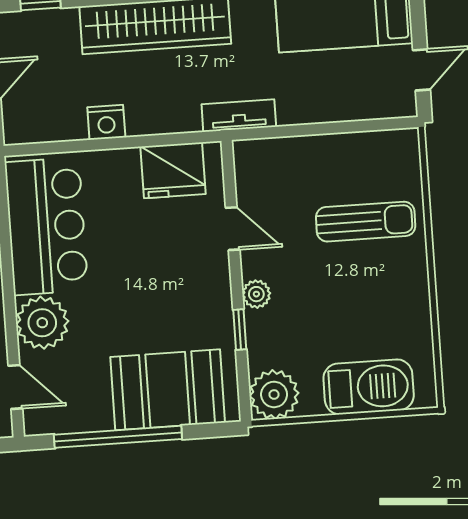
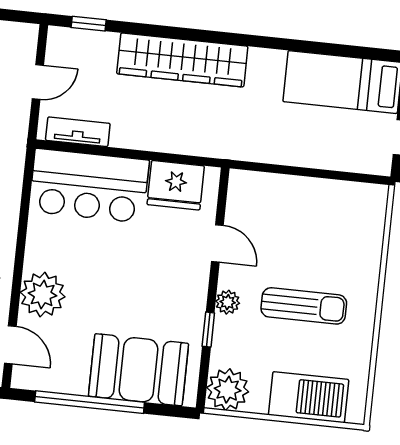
tv unit: (239, 116) -> (78, 132), moved
nightstand: (106, 122) -> (127, 135), removed
sun lounger: (366, 222) -> (304, 306), moved
bar counter: (46, 226) -> (89, 186), moved, turned 90

